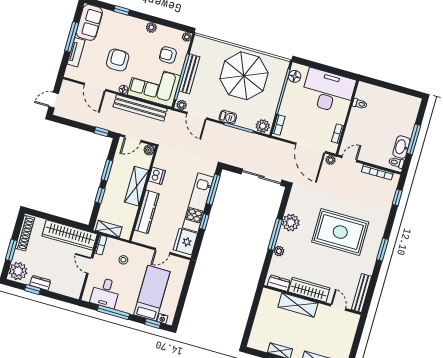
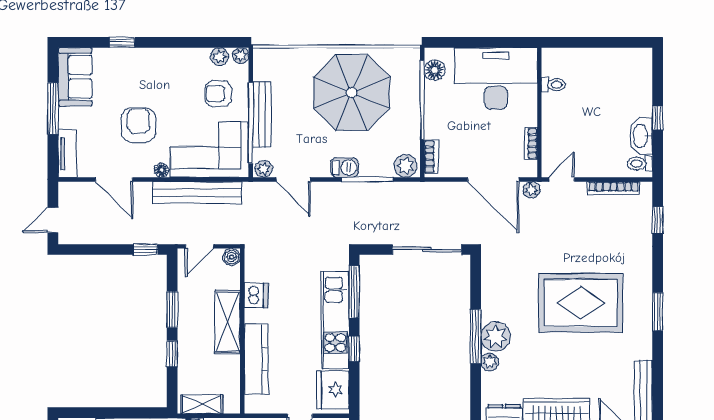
plant: (151, 27) -> (219, 56), moved
tv unit: (76, 52) -> (67, 154), moved
window: (414, 139) -> (658, 118), width x0.46
plant: (291, 223) -> (496, 337), moved

